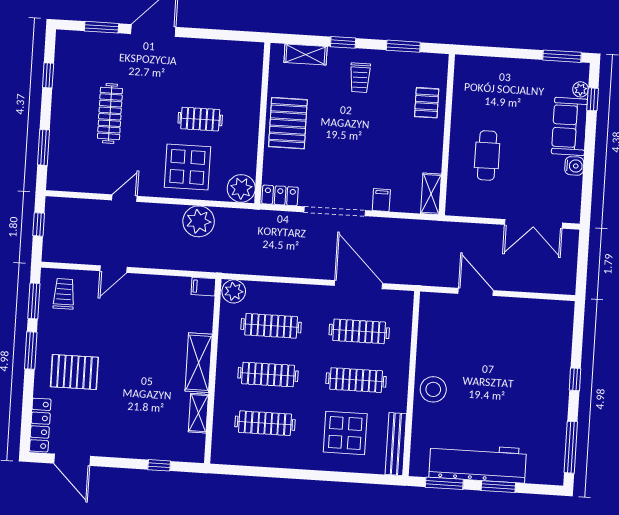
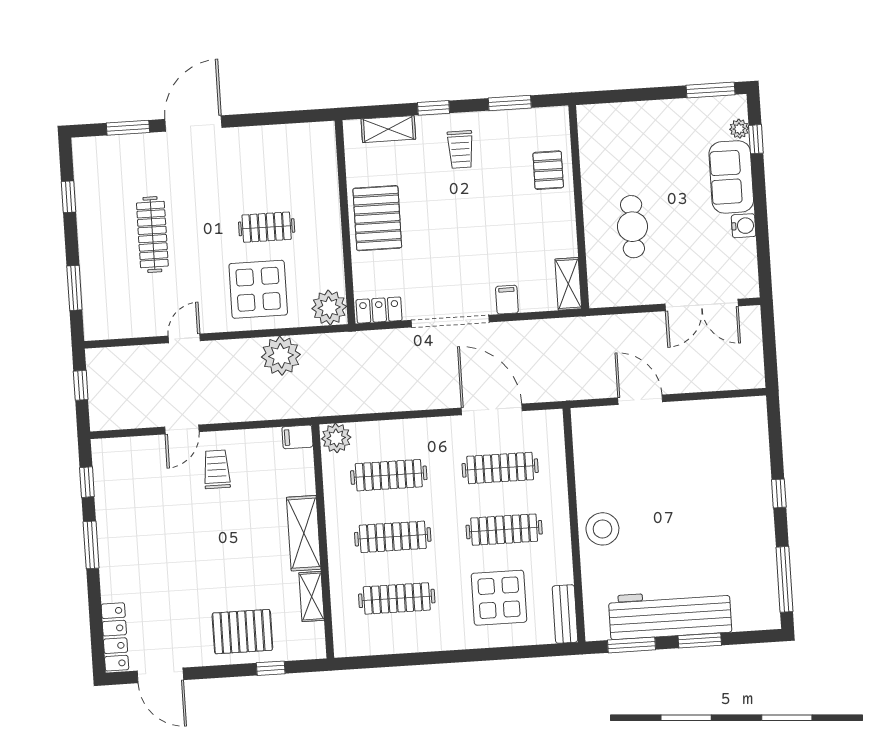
trolley: (64, 294) -> (217, 469), moved
window: (34, 301) -> (87, 482), width x0.67
pallet: (74, 372) -> (242, 632), moved
bench: (396, 444) -> (565, 614), width x0.73

